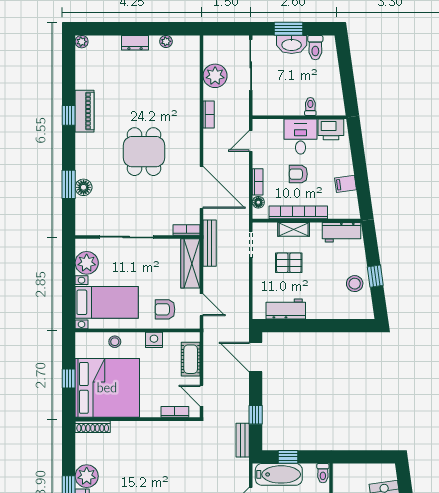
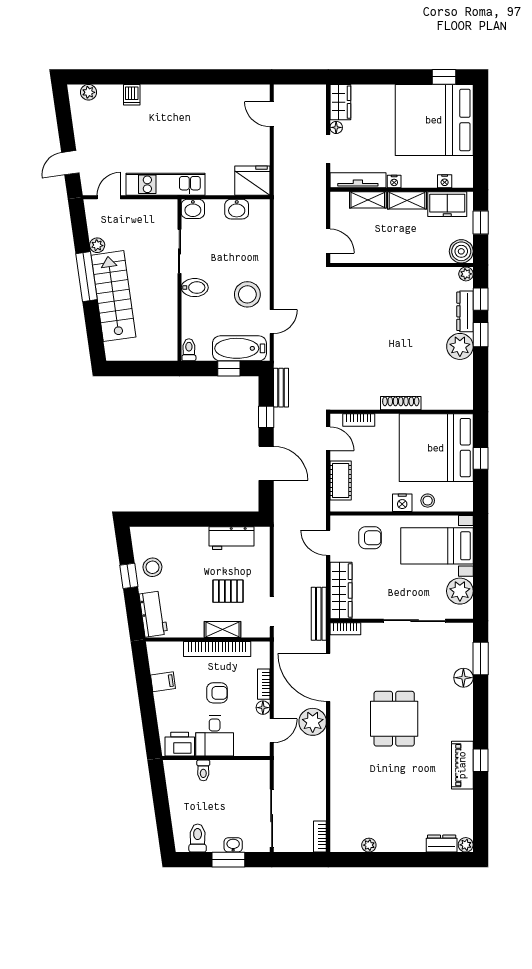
dresser: (135, 43) -> (442, 844), moved
washbasin: (292, 44) -> (233, 845), width x0.52, depth x0.69
plant: (215, 76) -> (313, 722), moved
bookcase: (209, 115) -> (320, 836), moved
window: (69, 184) -> (481, 659), moved
floor lamp: (258, 202) -> (263, 708), moved
workbench: (342, 232) -> (153, 614), moved, turned 82
nightstand: (154, 340) -> (402, 503), moved
door: (256, 357) -> (266, 463), moved
shoe rack: (93, 427) -> (401, 403), moved

